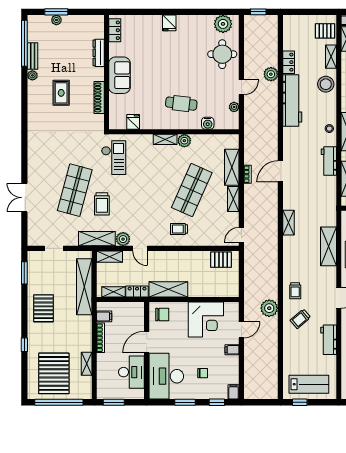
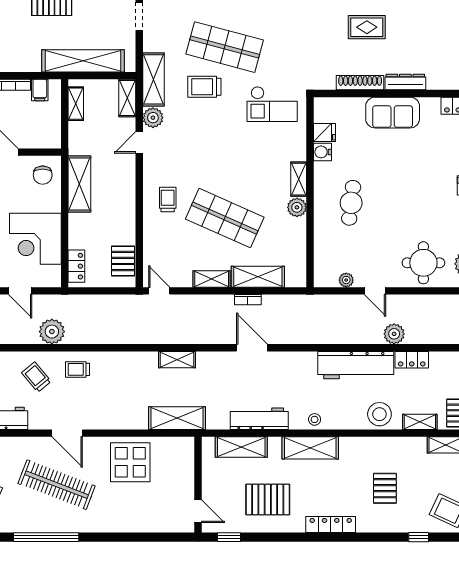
dresser: (99, 53) -> (405, 82), moved
water cooler: (208, 123) -> (322, 152), moved
workbench: (329, 161) -> (259, 419), width x1.38
shelving: (328, 246) -> (177, 418), moved
locker: (137, 291) -> (76, 266), moved

